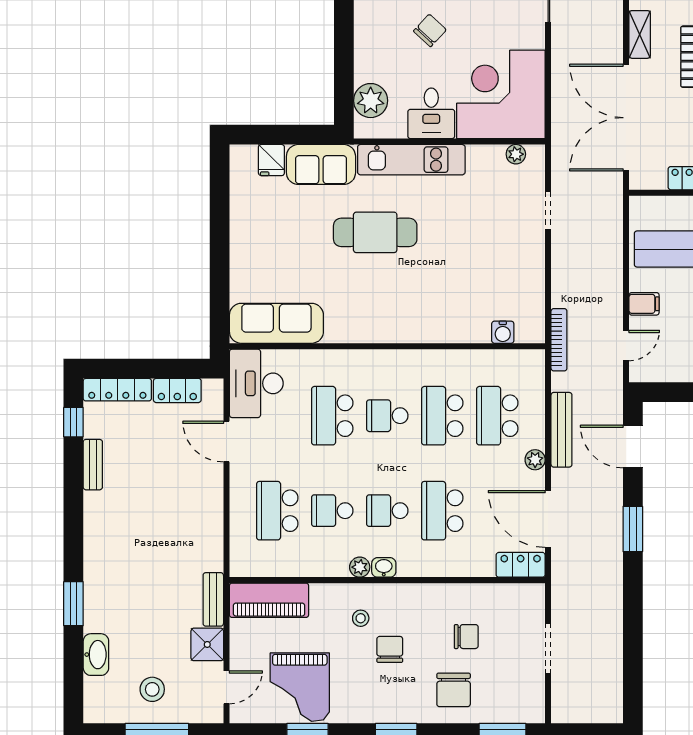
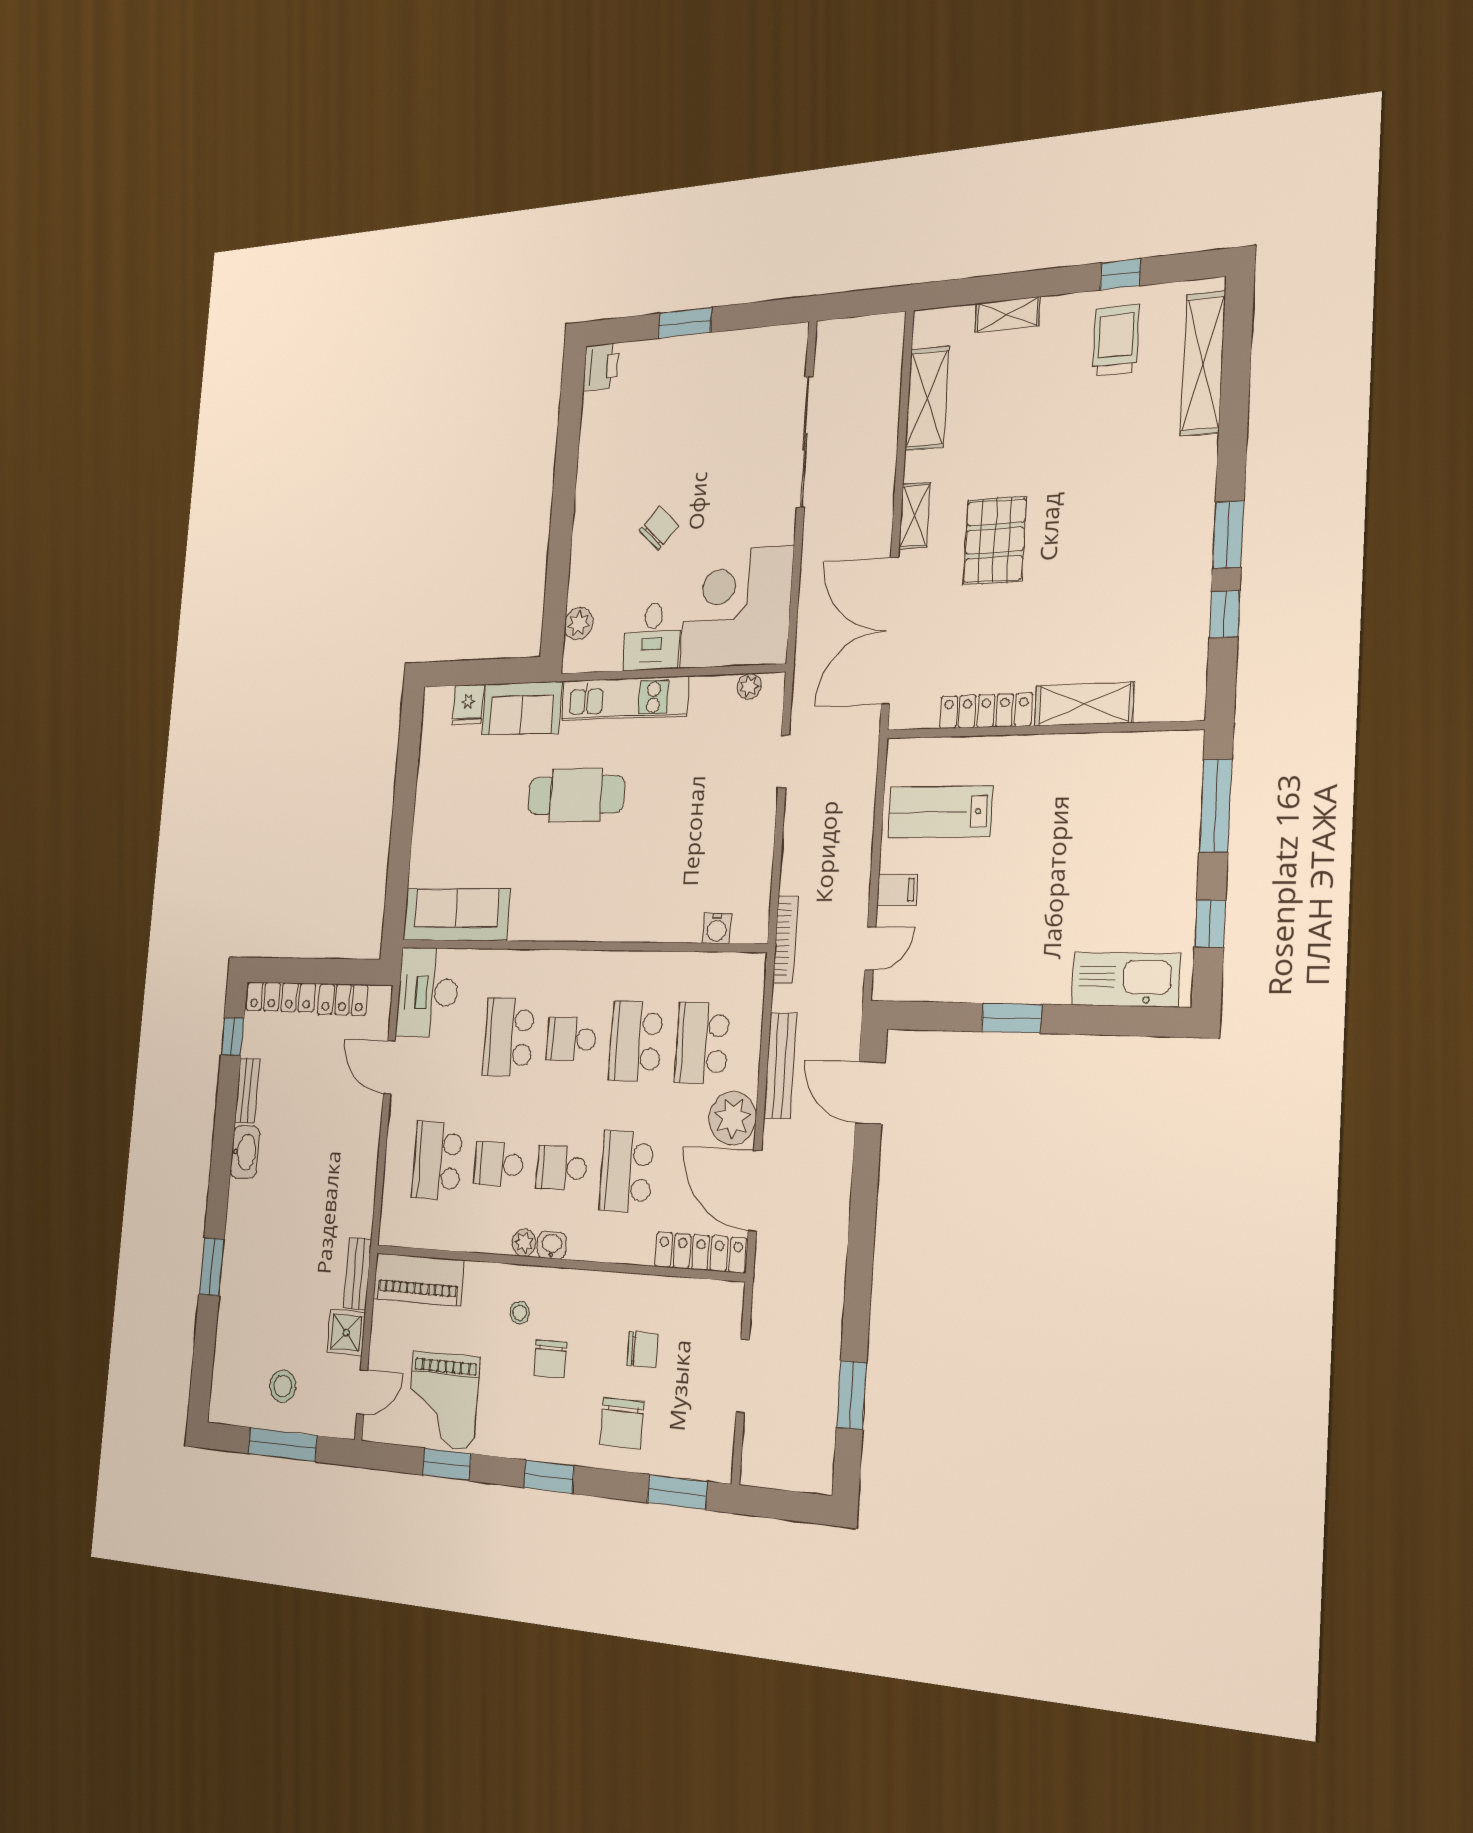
plant: (371, 101) -> (579, 624), width x0.73, depth x0.73
plant: (535, 460) -> (733, 1118), width x1.88, depth x1.88
window: (633, 529) -> (852, 1395), moved
locker: (521, 565) -> (700, 1252), width x1.53
chair: (390, 649) -> (550, 1359), turned 180
washbasin: (96, 655) -> (245, 1152), moved

